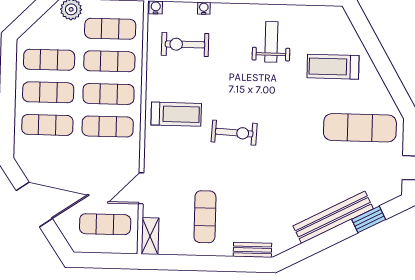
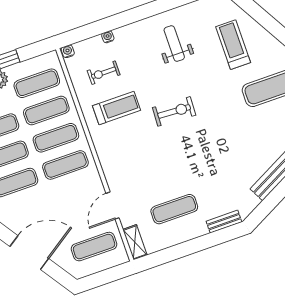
exercise bike: (185, 44) -> (104, 73), width x0.73, depth x0.72
treadmill: (333, 67) -> (233, 45), turned 90
treadmill: (176, 114) -> (117, 108), moved
exercise bike: (234, 133) -> (174, 111), moved
exercise mat: (205, 217) -> (174, 209), turned 90

